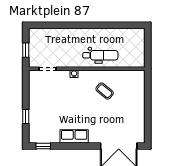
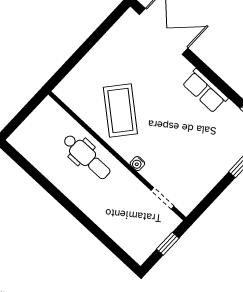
dental chair: (100, 55) -> (87, 157), turned 180
coffee table: (105, 91) -> (120, 110), width x1.86, depth x1.72

